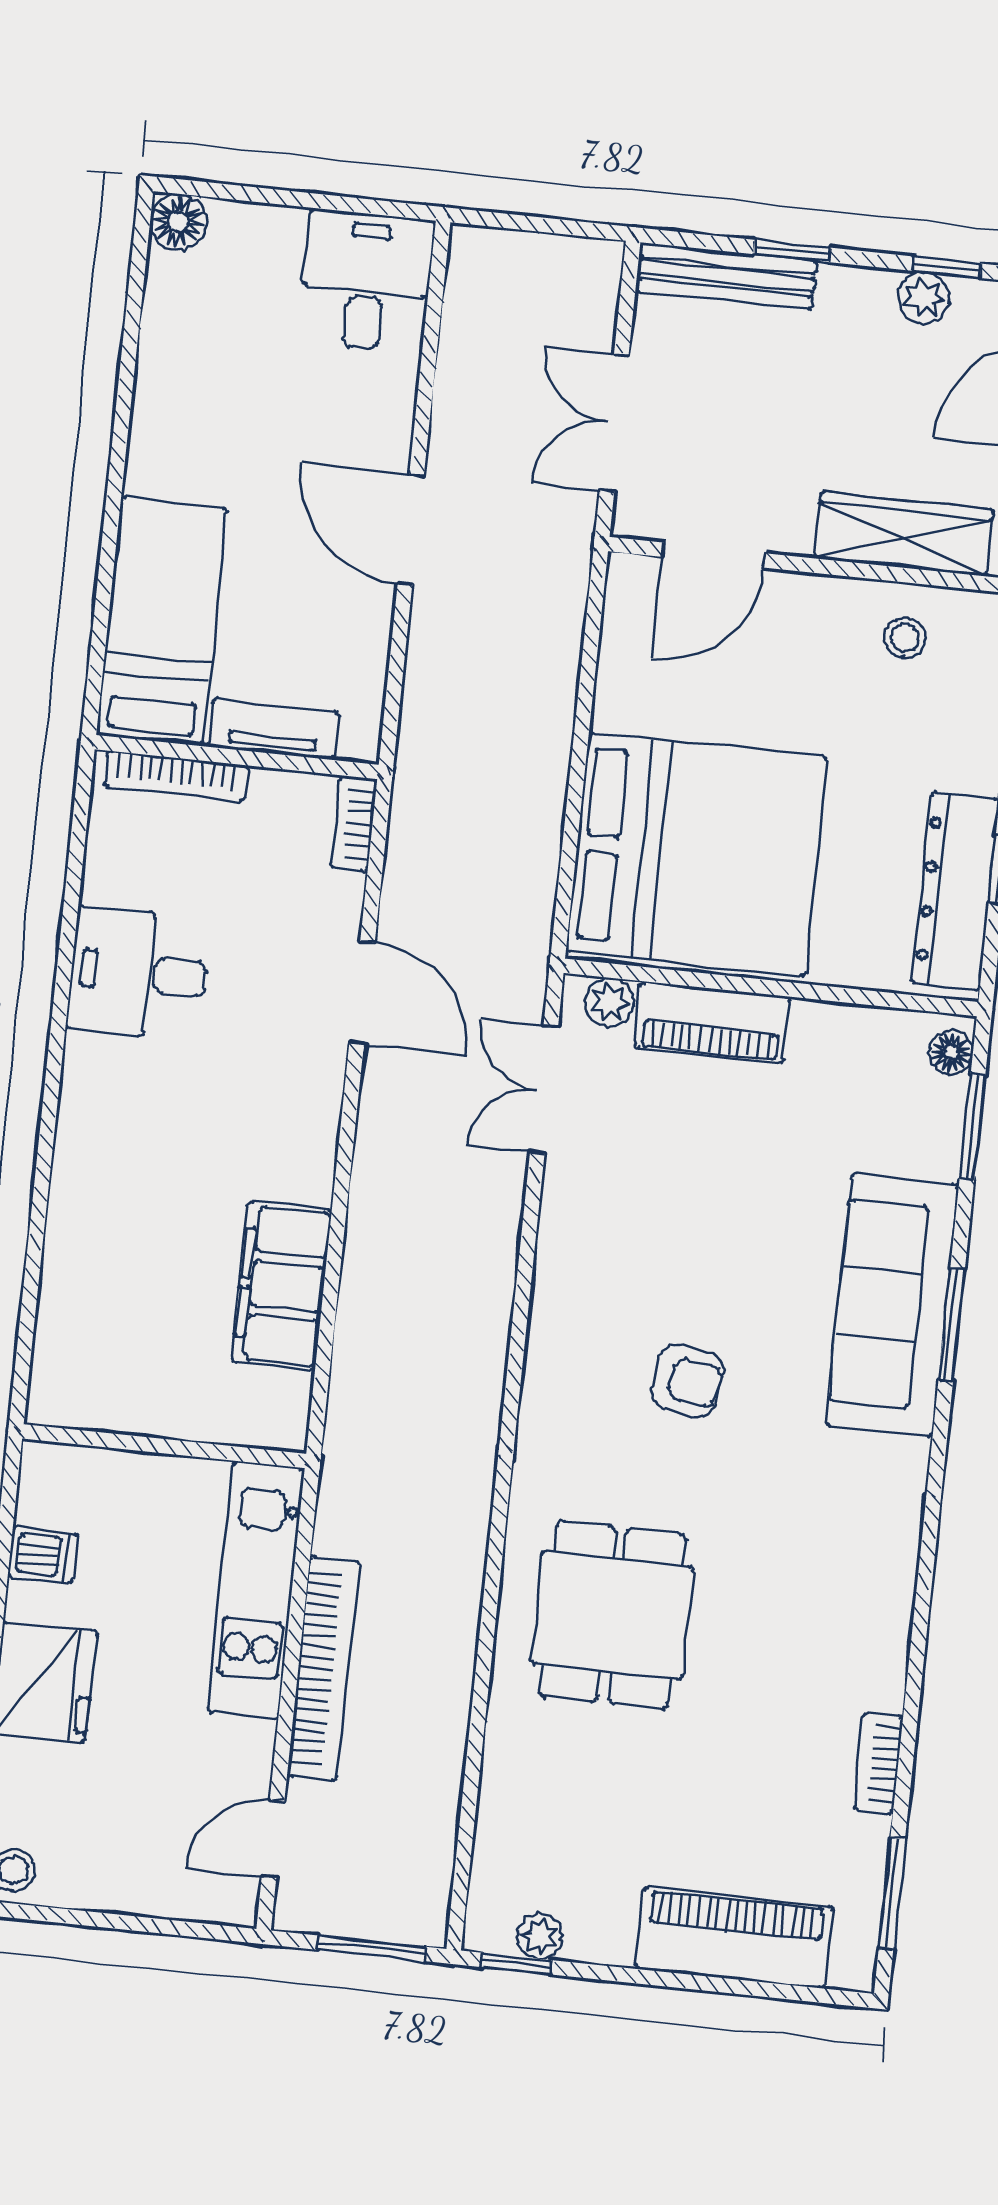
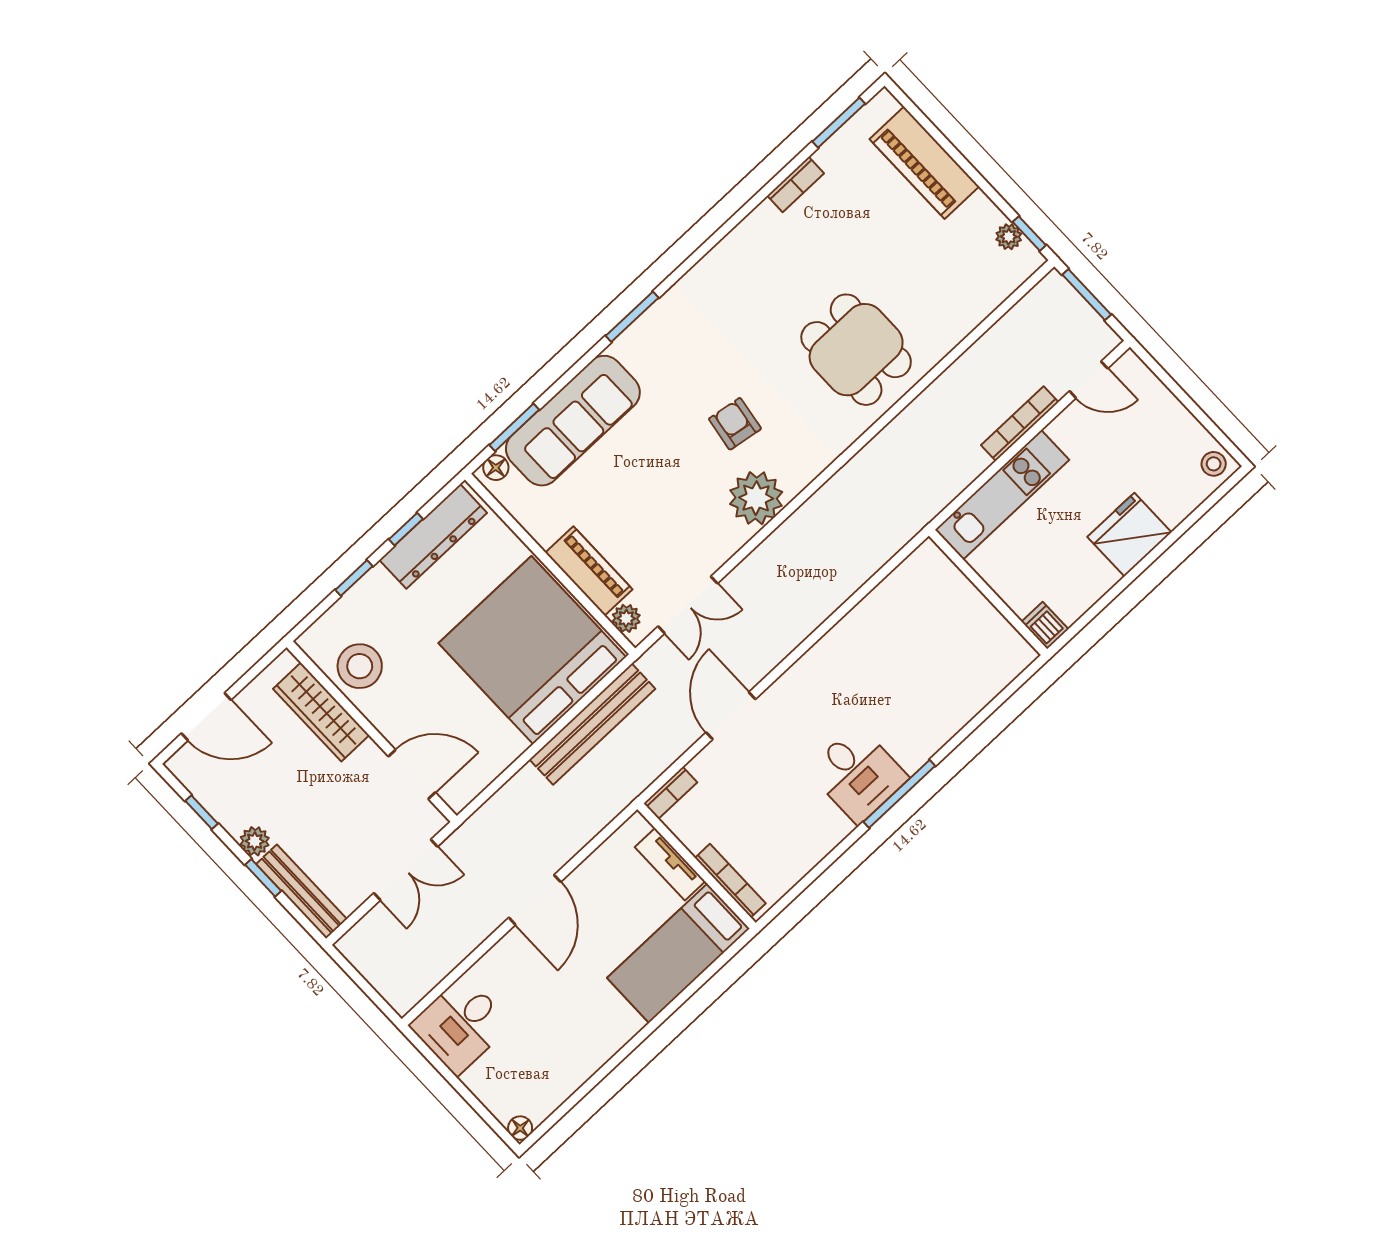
floor lamp: (178, 222) -> (520, 1128), width x0.73, depth x0.73
plant: (924, 298) -> (255, 841), moved
stool: (905, 638) -> (360, 666), width x1.89, depth x1.89
bench: (534, 825) -> (592, 724), added
desk: (139, 973) -> (858, 774), moved
window: (52, 1081) -> (899, 794), added
filing cabinet: (282, 1286) -> (876, 618), removed
sofa: (892, 1305) -> (573, 421), moved
plant: (575, 1307) -> (756, 498), added
window: (952, 1325) -> (632, 317), moved
dishwasher: (43, 1555) -> (1045, 625), moved
dining table: (612, 1615) -> (856, 350), turned 90
bookcase: (323, 1669) -> (1020, 424), width x0.68, depth x0.76

